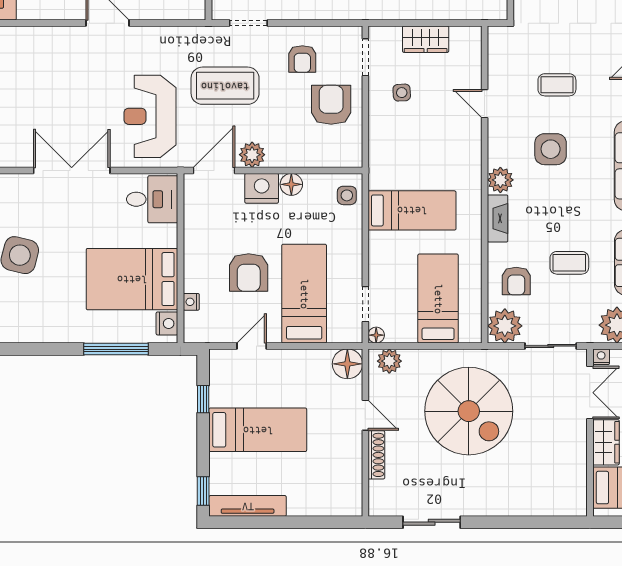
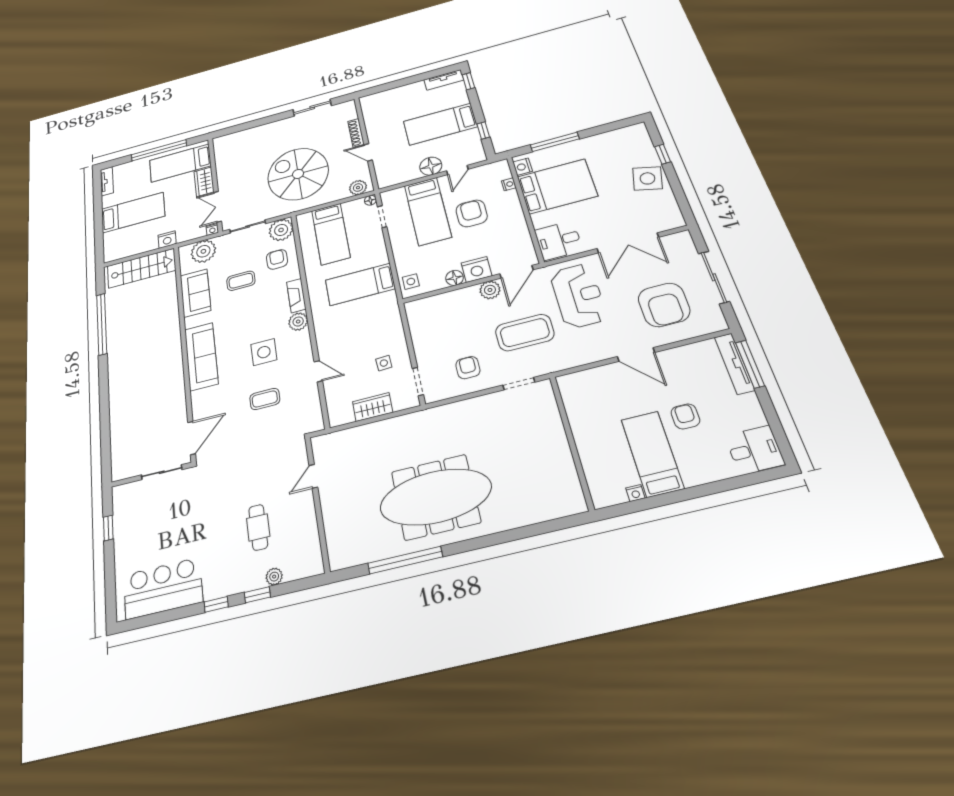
armchair: (331, 105) -> (664, 305), moved, width x1.36, depth x1.36
floor lamp: (347, 364) -> (431, 166), moved
tv unit: (248, 506) -> (444, 80), width x0.71

